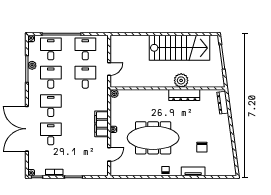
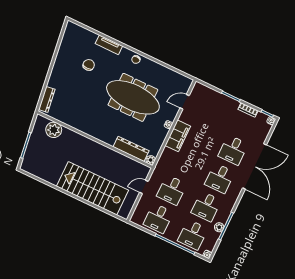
stairs: (180, 48) -> (92, 188), moved
plant: (181, 80) -> (54, 130), moved
dresser: (184, 95) -> (131, 149), moved

